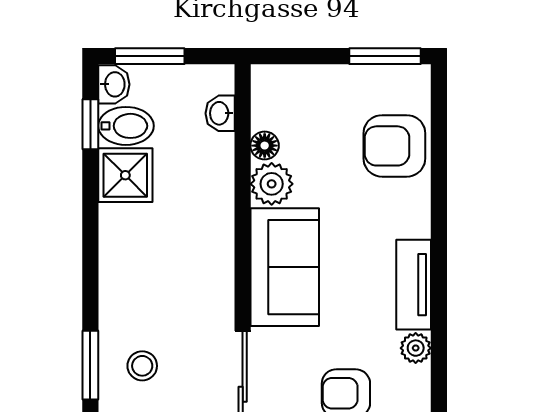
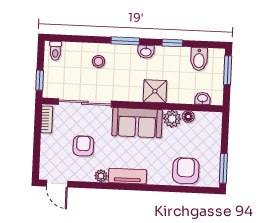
washbasin: (114, 84) -> (146, 52), moved
window: (90, 124) -> (172, 43), moved
shower: (125, 175) -> (155, 91), moved
window: (90, 365) -> (125, 41), moved

